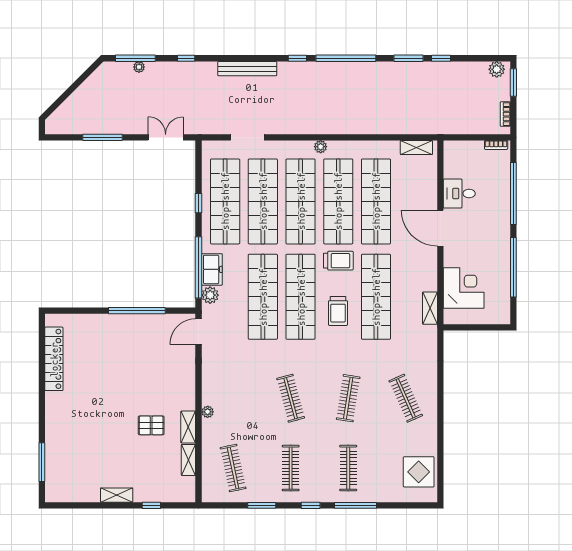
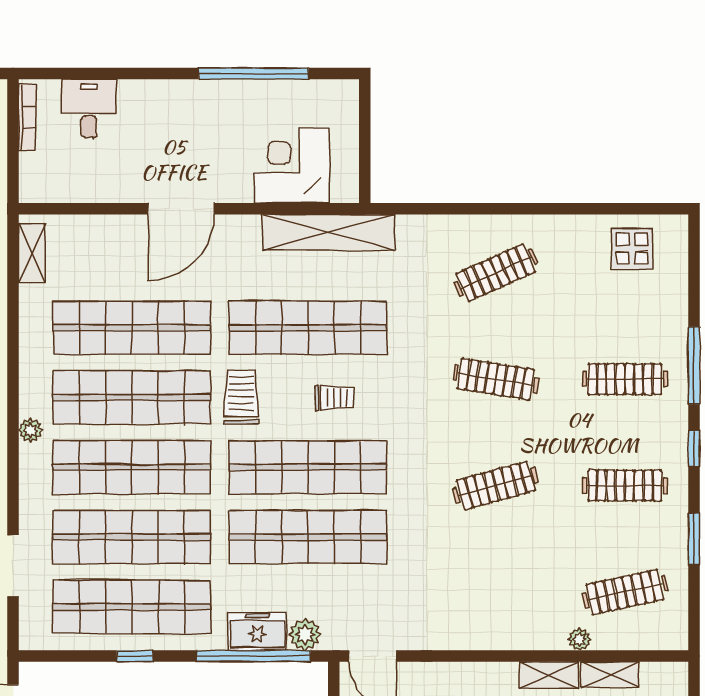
bookcase: (496, 145) -> (27, 117), width x1.56
window: (513, 193) -> (117, 74), removed
desk: (459, 194) -> (89, 109), moved, turned 180
shelving: (430, 308) -> (329, 232), width x2.20, depth x1.33
trolley: (338, 311) -> (334, 398), width x0.73, depth x0.72
plant: (208, 412) -> (579, 639), moved
display table: (419, 472) -> (632, 249), width x0.73, depth x0.73

